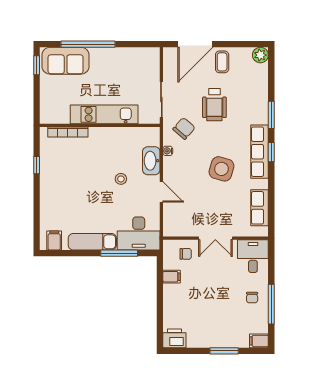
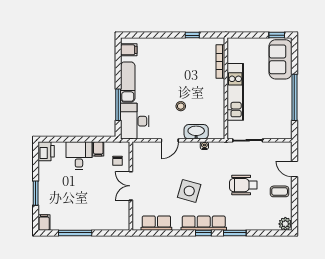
window: (88, 44) -> (294, 97), moved
door: (195, 44) -> (294, 169), width x0.53
chair: (184, 128) -> (223, 159), removed
desk: (253, 256) -> (79, 156), moved, turned -90
chair: (252, 298) -> (81, 217), removed

